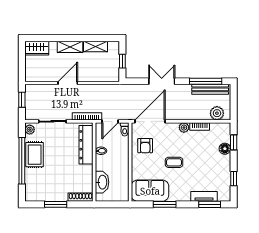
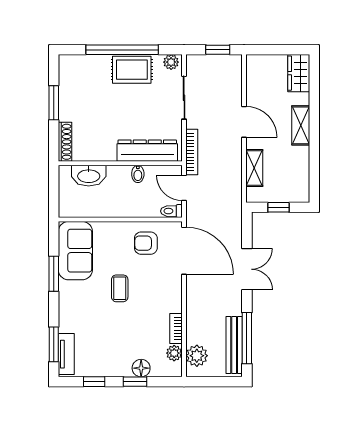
shelving: (96, 47) -> (254, 168), moved
plant: (184, 128) -> (174, 353), moved
window: (234, 142) -> (135, 382), moved
tv unit: (204, 196) -> (66, 354), moved

